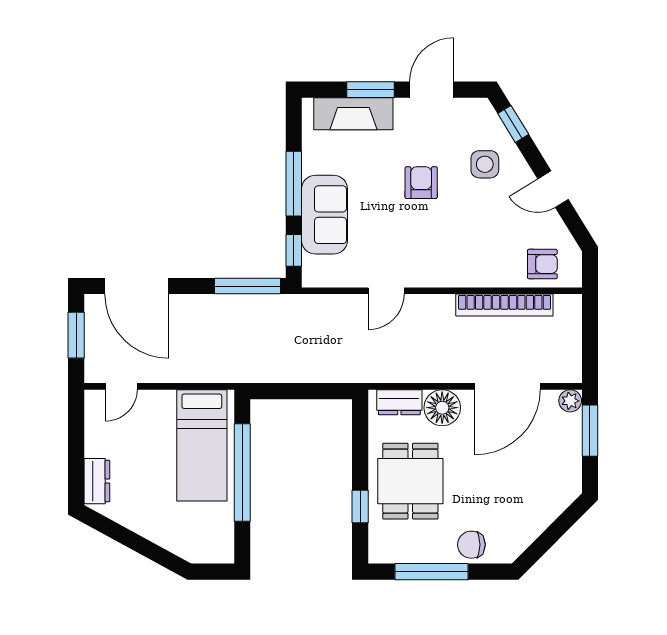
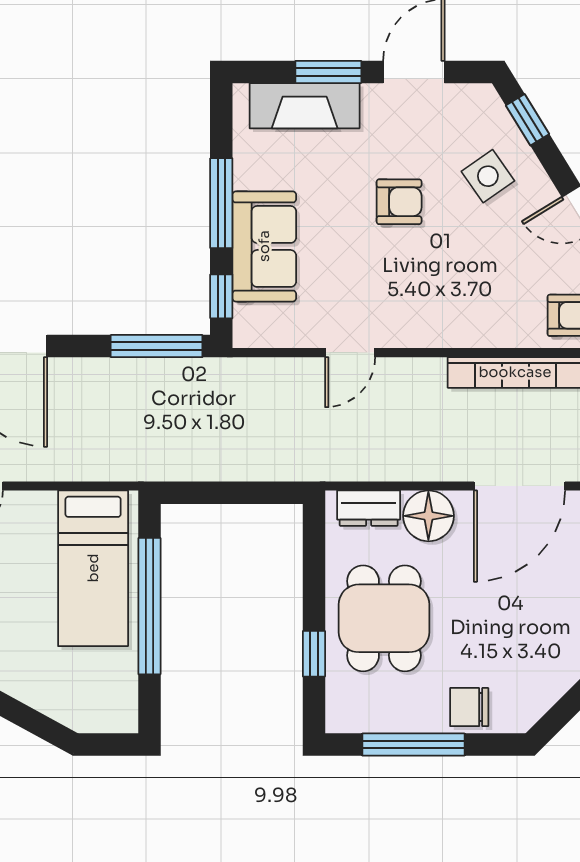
side table: (485, 164) -> (488, 176), turned -35
armchair: (421, 183) -> (399, 202), turned 90

